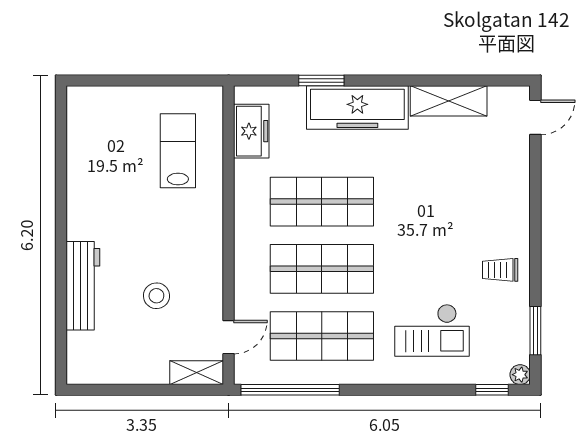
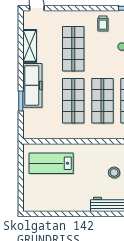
freezer: (251, 131) -> (43, 131), removed
lab bench: (178, 151) -> (51, 163), width x1.36, depth x1.39
shop shelf: (442, 202) -> (73, 49), added

